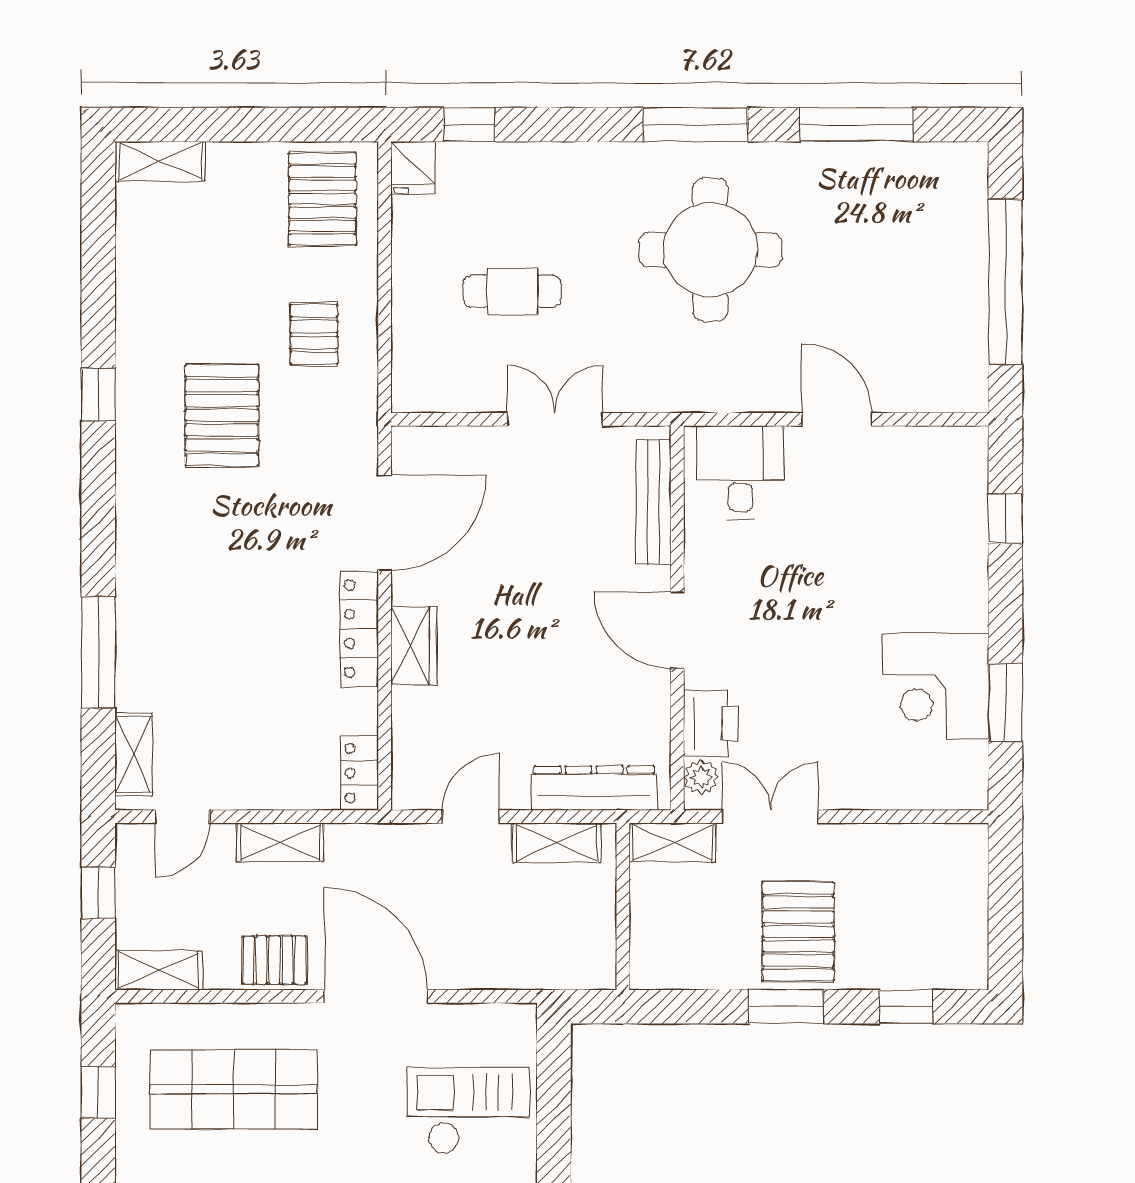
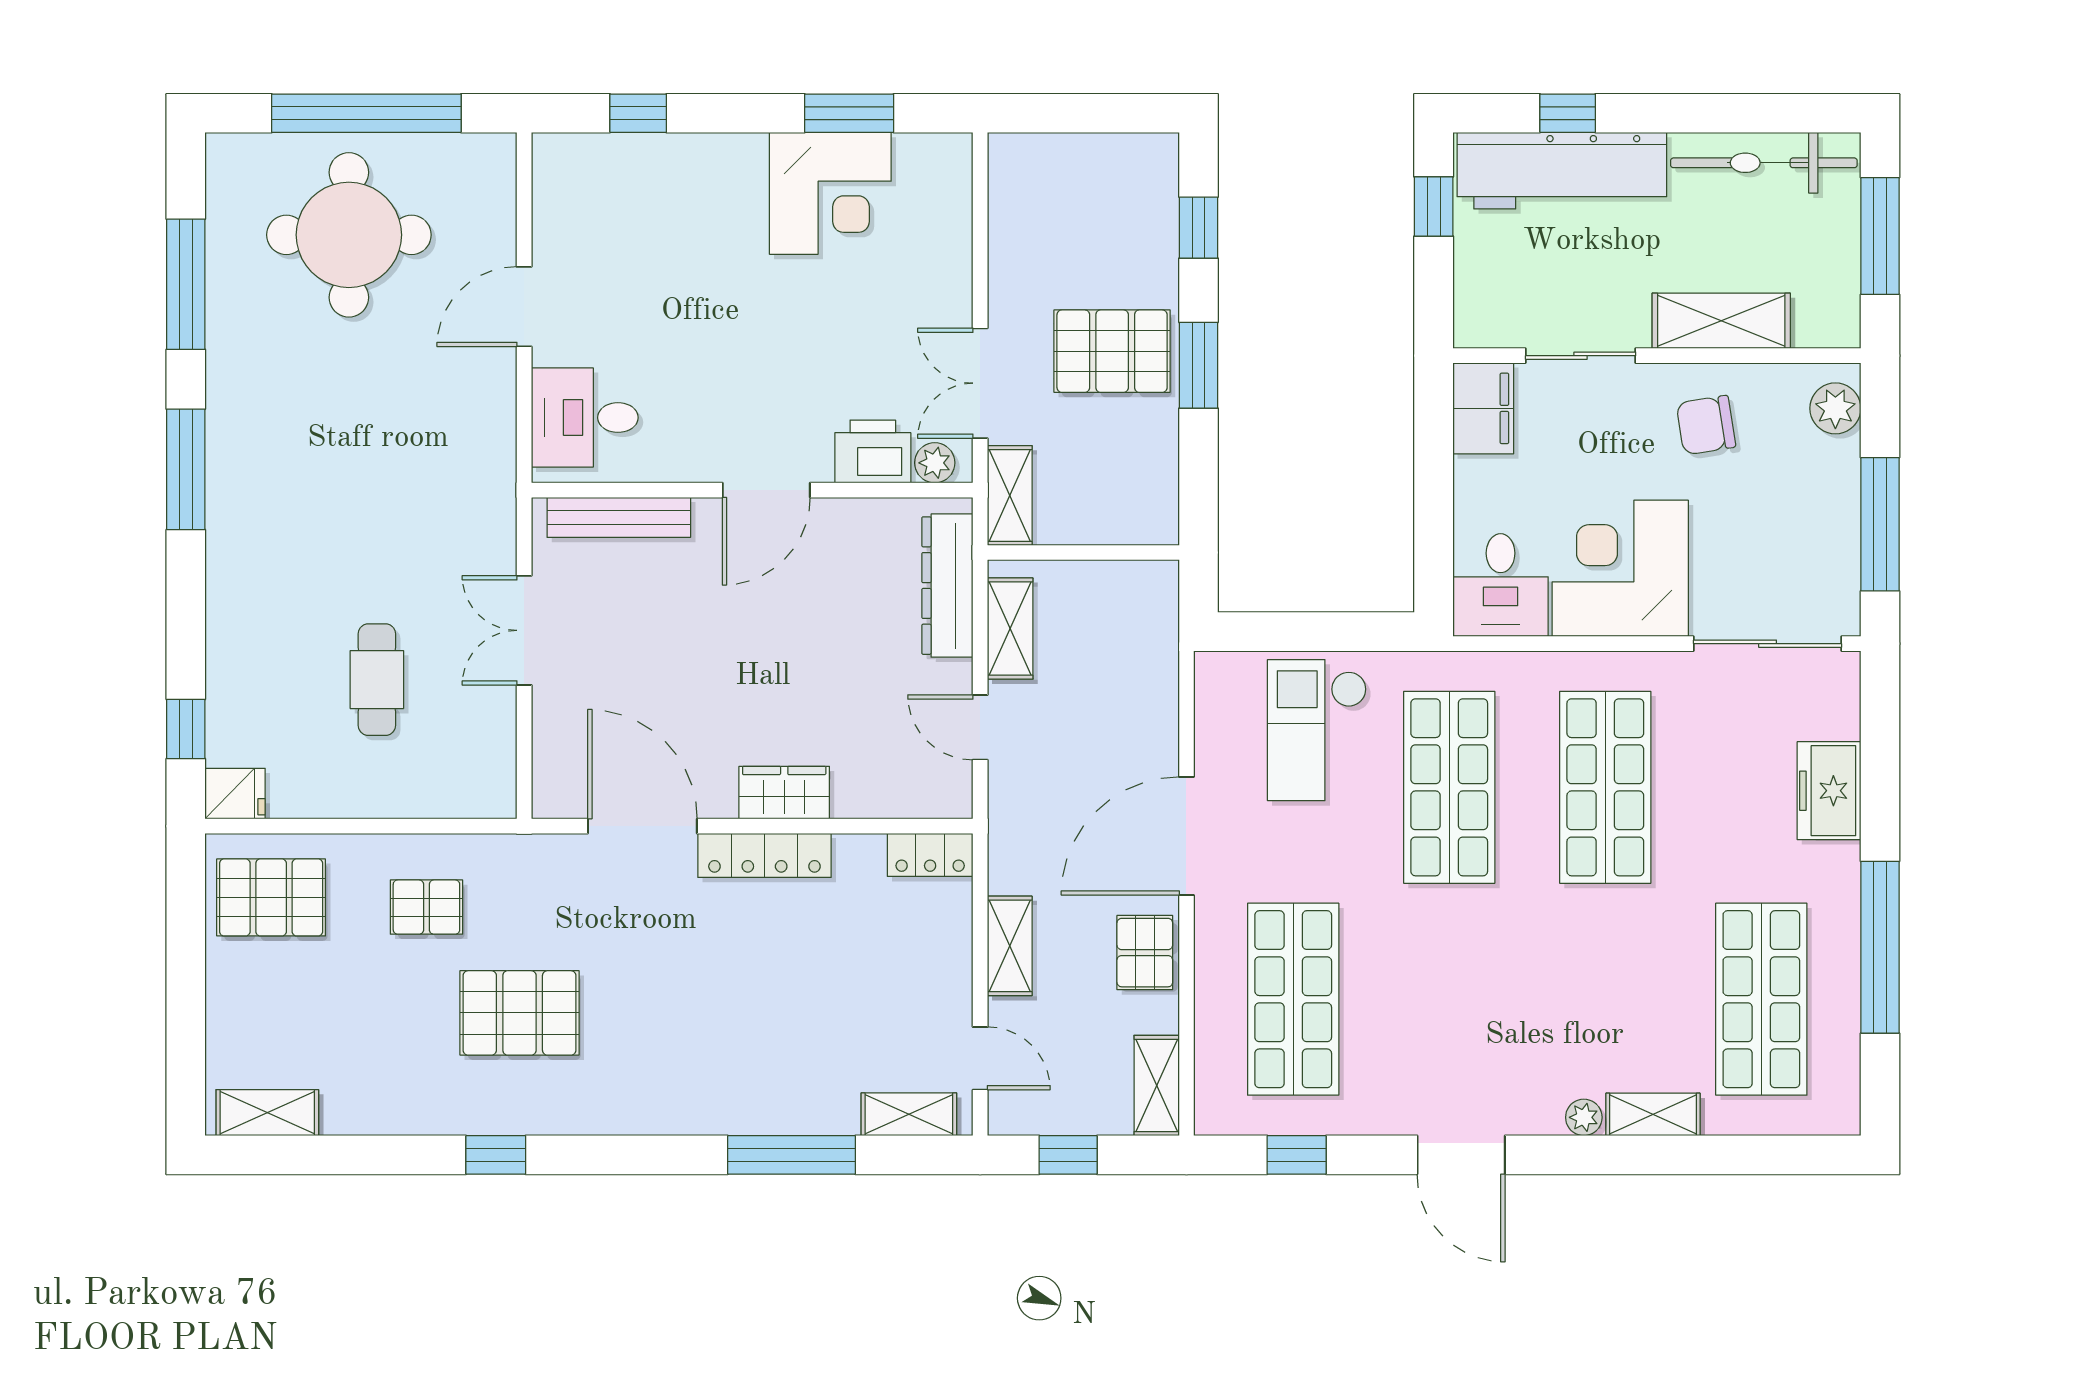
shelving: (160, 161) -> (267, 1113), moved, turned 90
round table: (710, 250) -> (349, 235), moved

